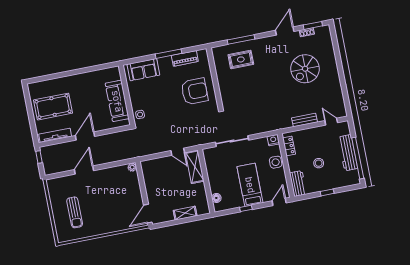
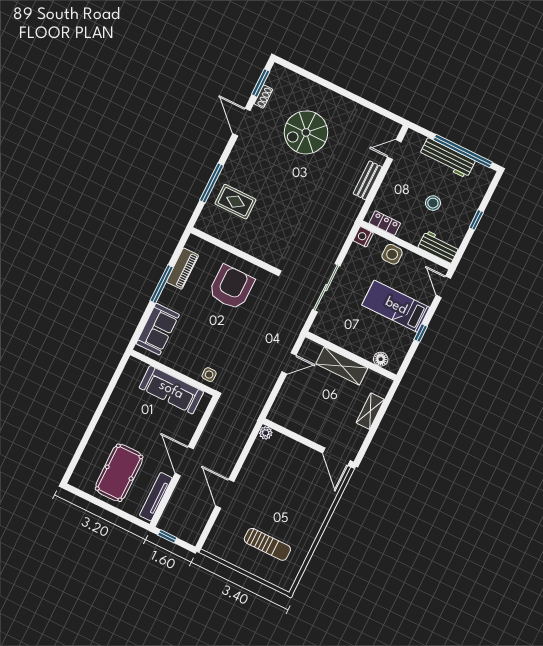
rug: (241, 59) -> (235, 202), turned 90
spiral stairs: (305, 69) -> (306, 132), turned 90
shelving: (195, 167) -> (342, 366), moved

